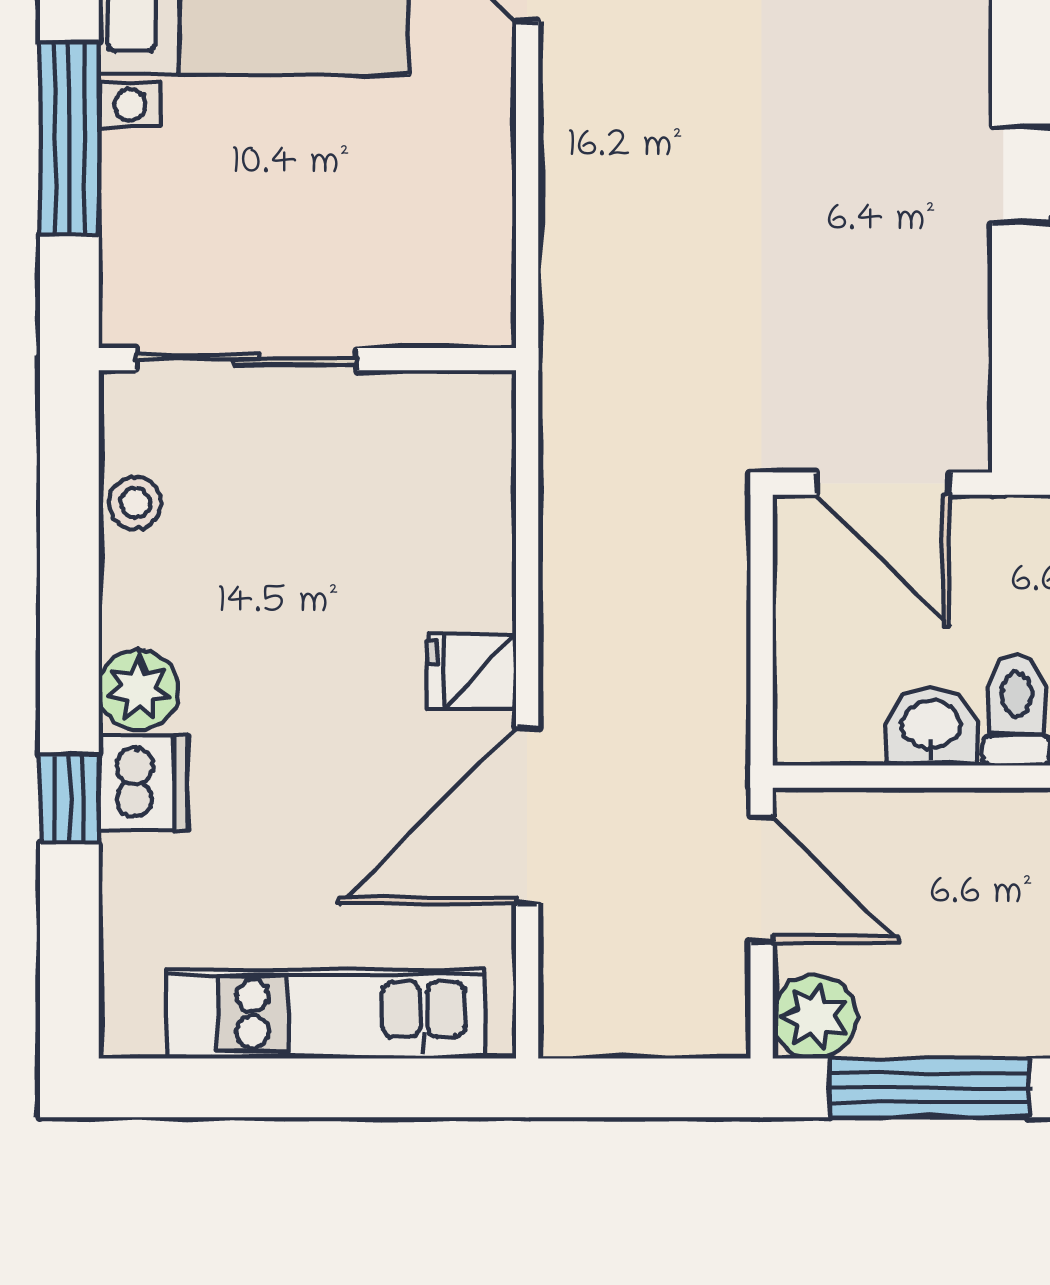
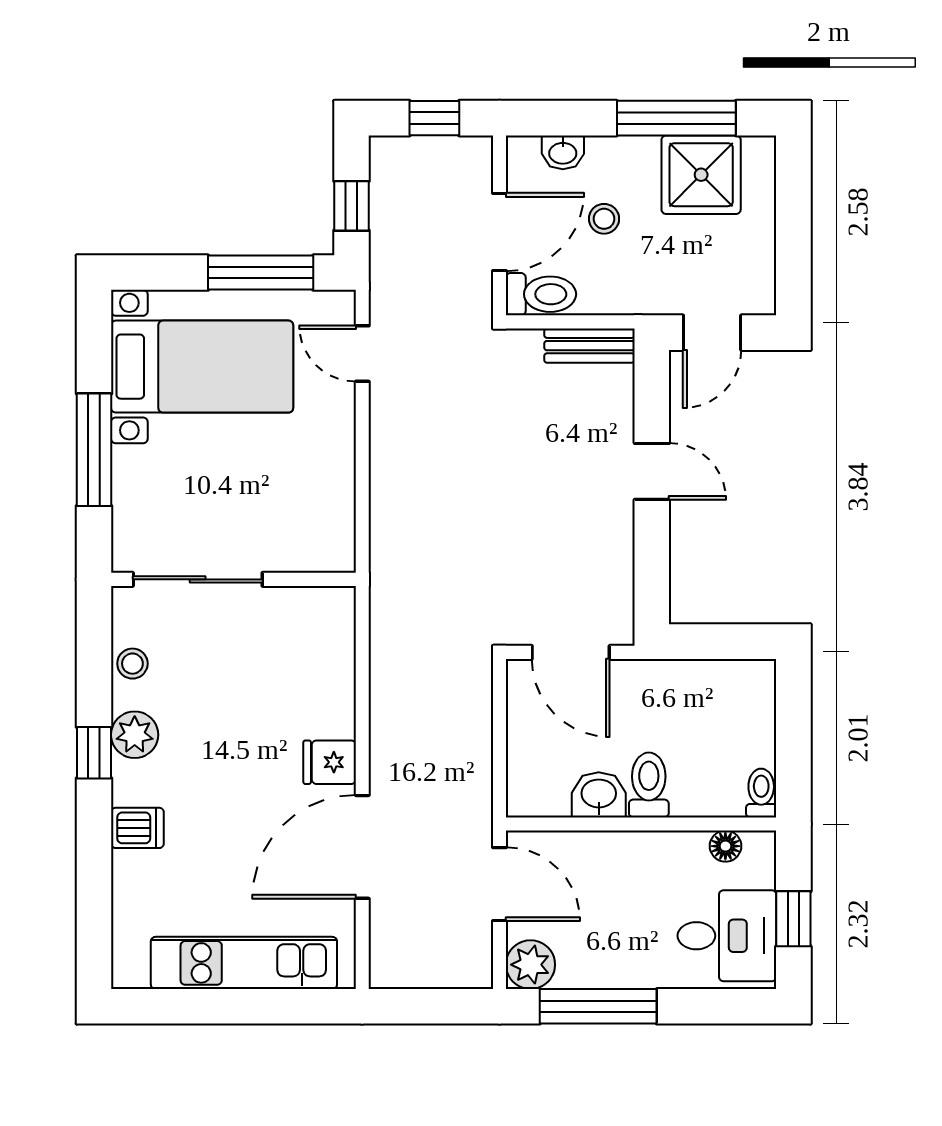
plant: (139, 690) -> (135, 735), moved
dishwasher: (143, 783) -> (137, 828), width x0.73
window: (69, 798) -> (94, 753), moved

